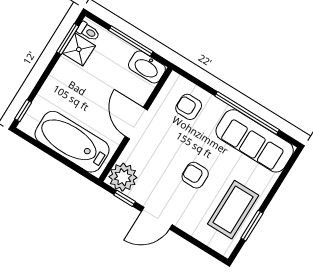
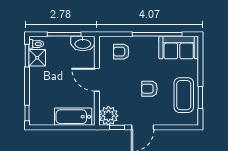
sofa: (255, 141) -> (179, 48), width x0.73
bathtub: (72, 142) -> (73, 117), width x0.73, depth x0.73

